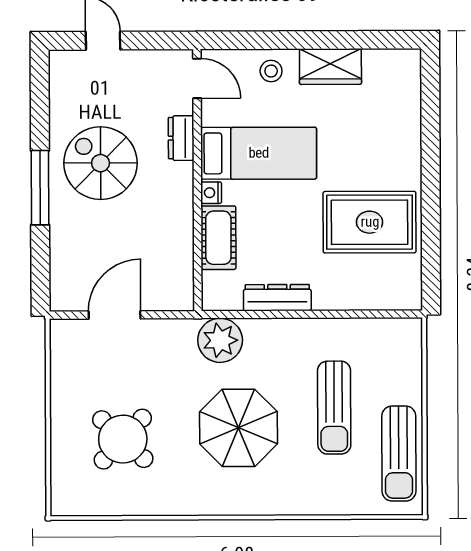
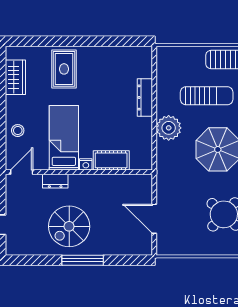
wardrobe: (330, 67) -> (15, 77), moved
rug: (370, 222) -> (64, 69), moved, width x0.73, depth x0.70
dresser: (277, 298) -> (145, 97), moved
plant: (220, 340) -> (169, 128), moved

